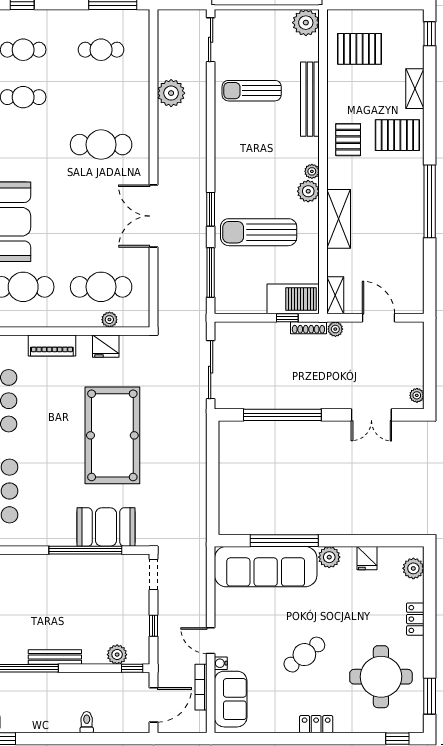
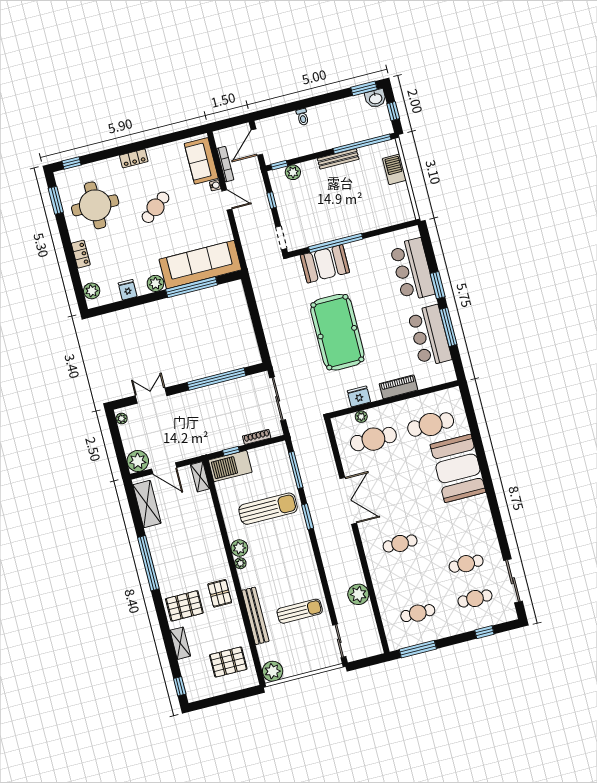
cafe table: (101, 145) -> (400, 543), width x0.73, depth x0.74
shelving: (339, 219) -> (147, 504), moved
shoe rack: (308, 328) -> (257, 437), moved
plant: (335, 329) -> (138, 461), moved, width x1.87, depth x1.87

